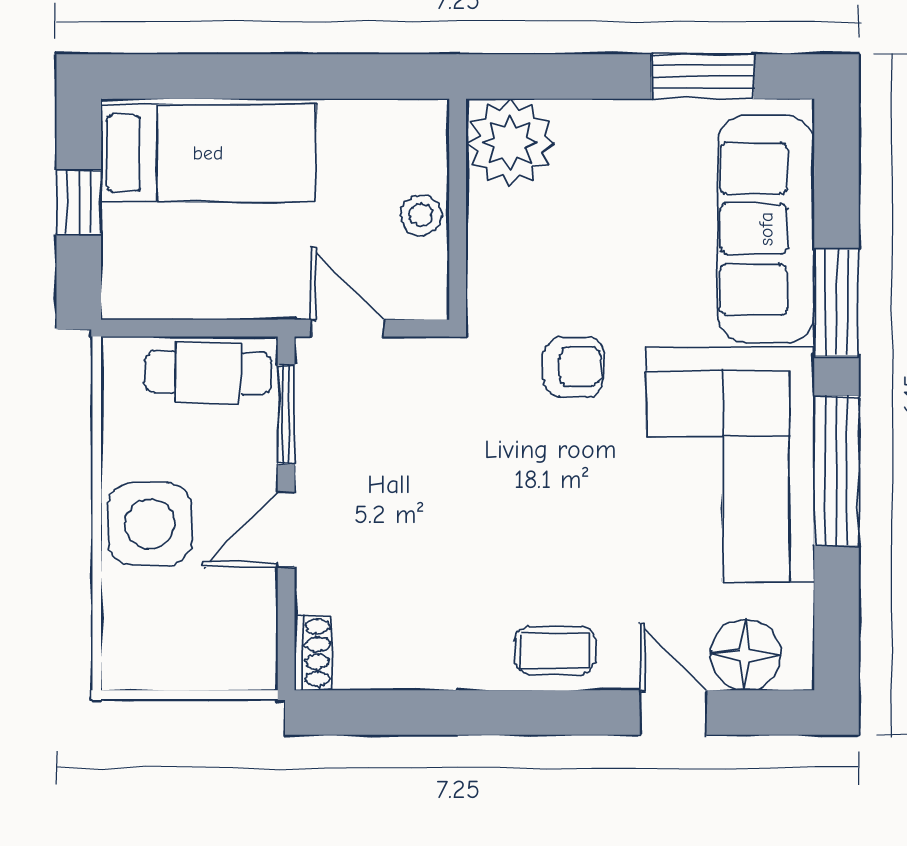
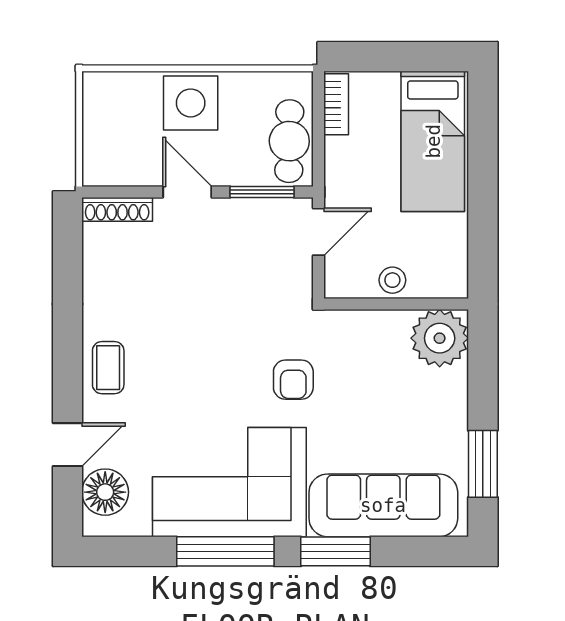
window: (79, 202) -> (401, 57), removed
bookcase: (152, 301) -> (336, 104), added
shoe rack: (313, 653) -> (117, 209), width x1.43

